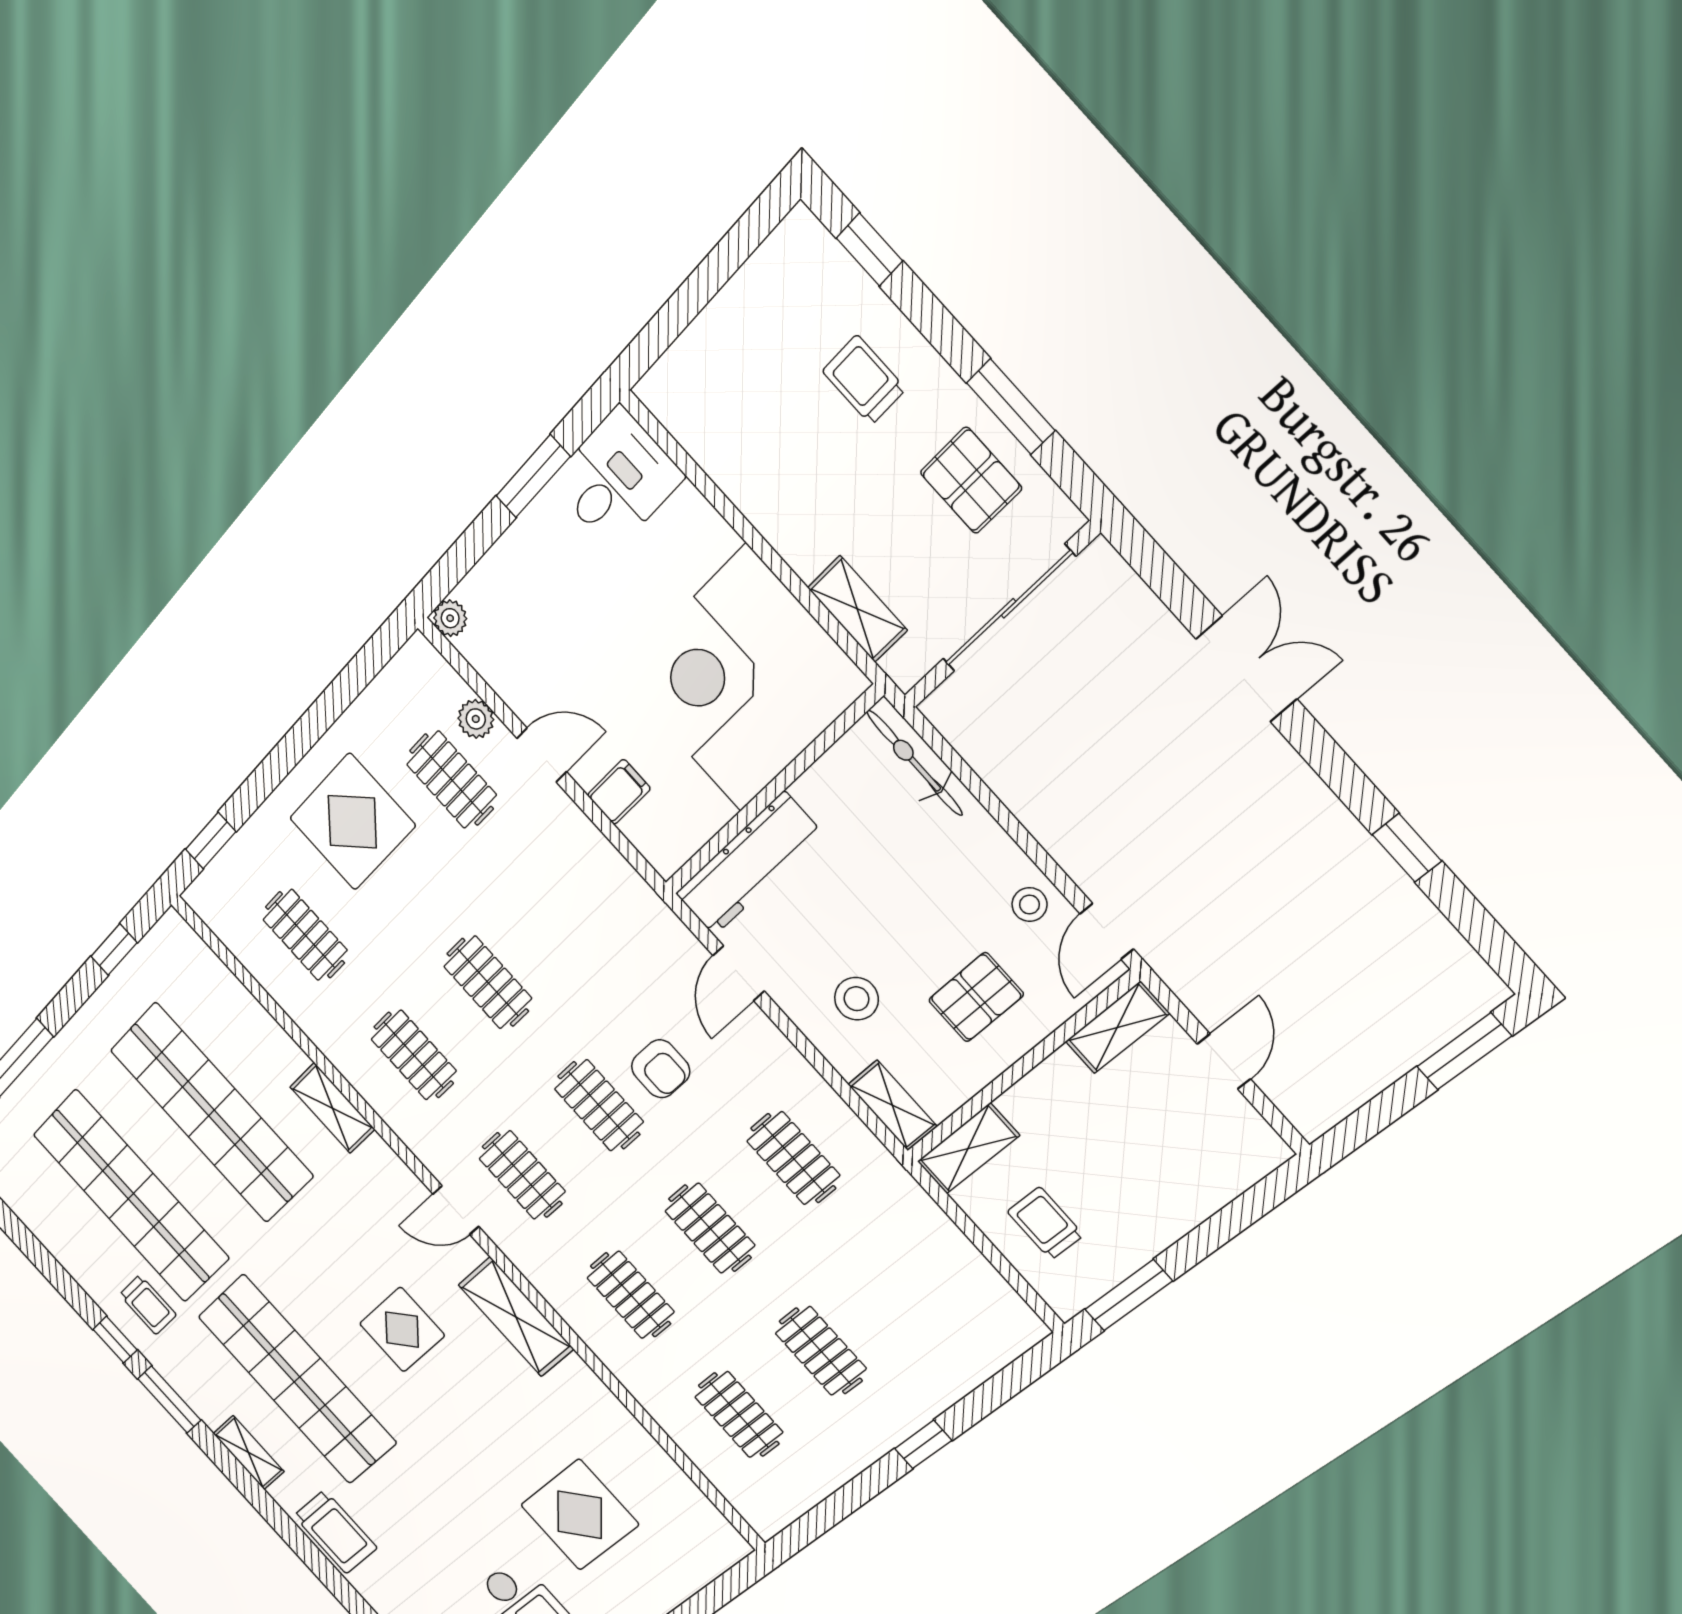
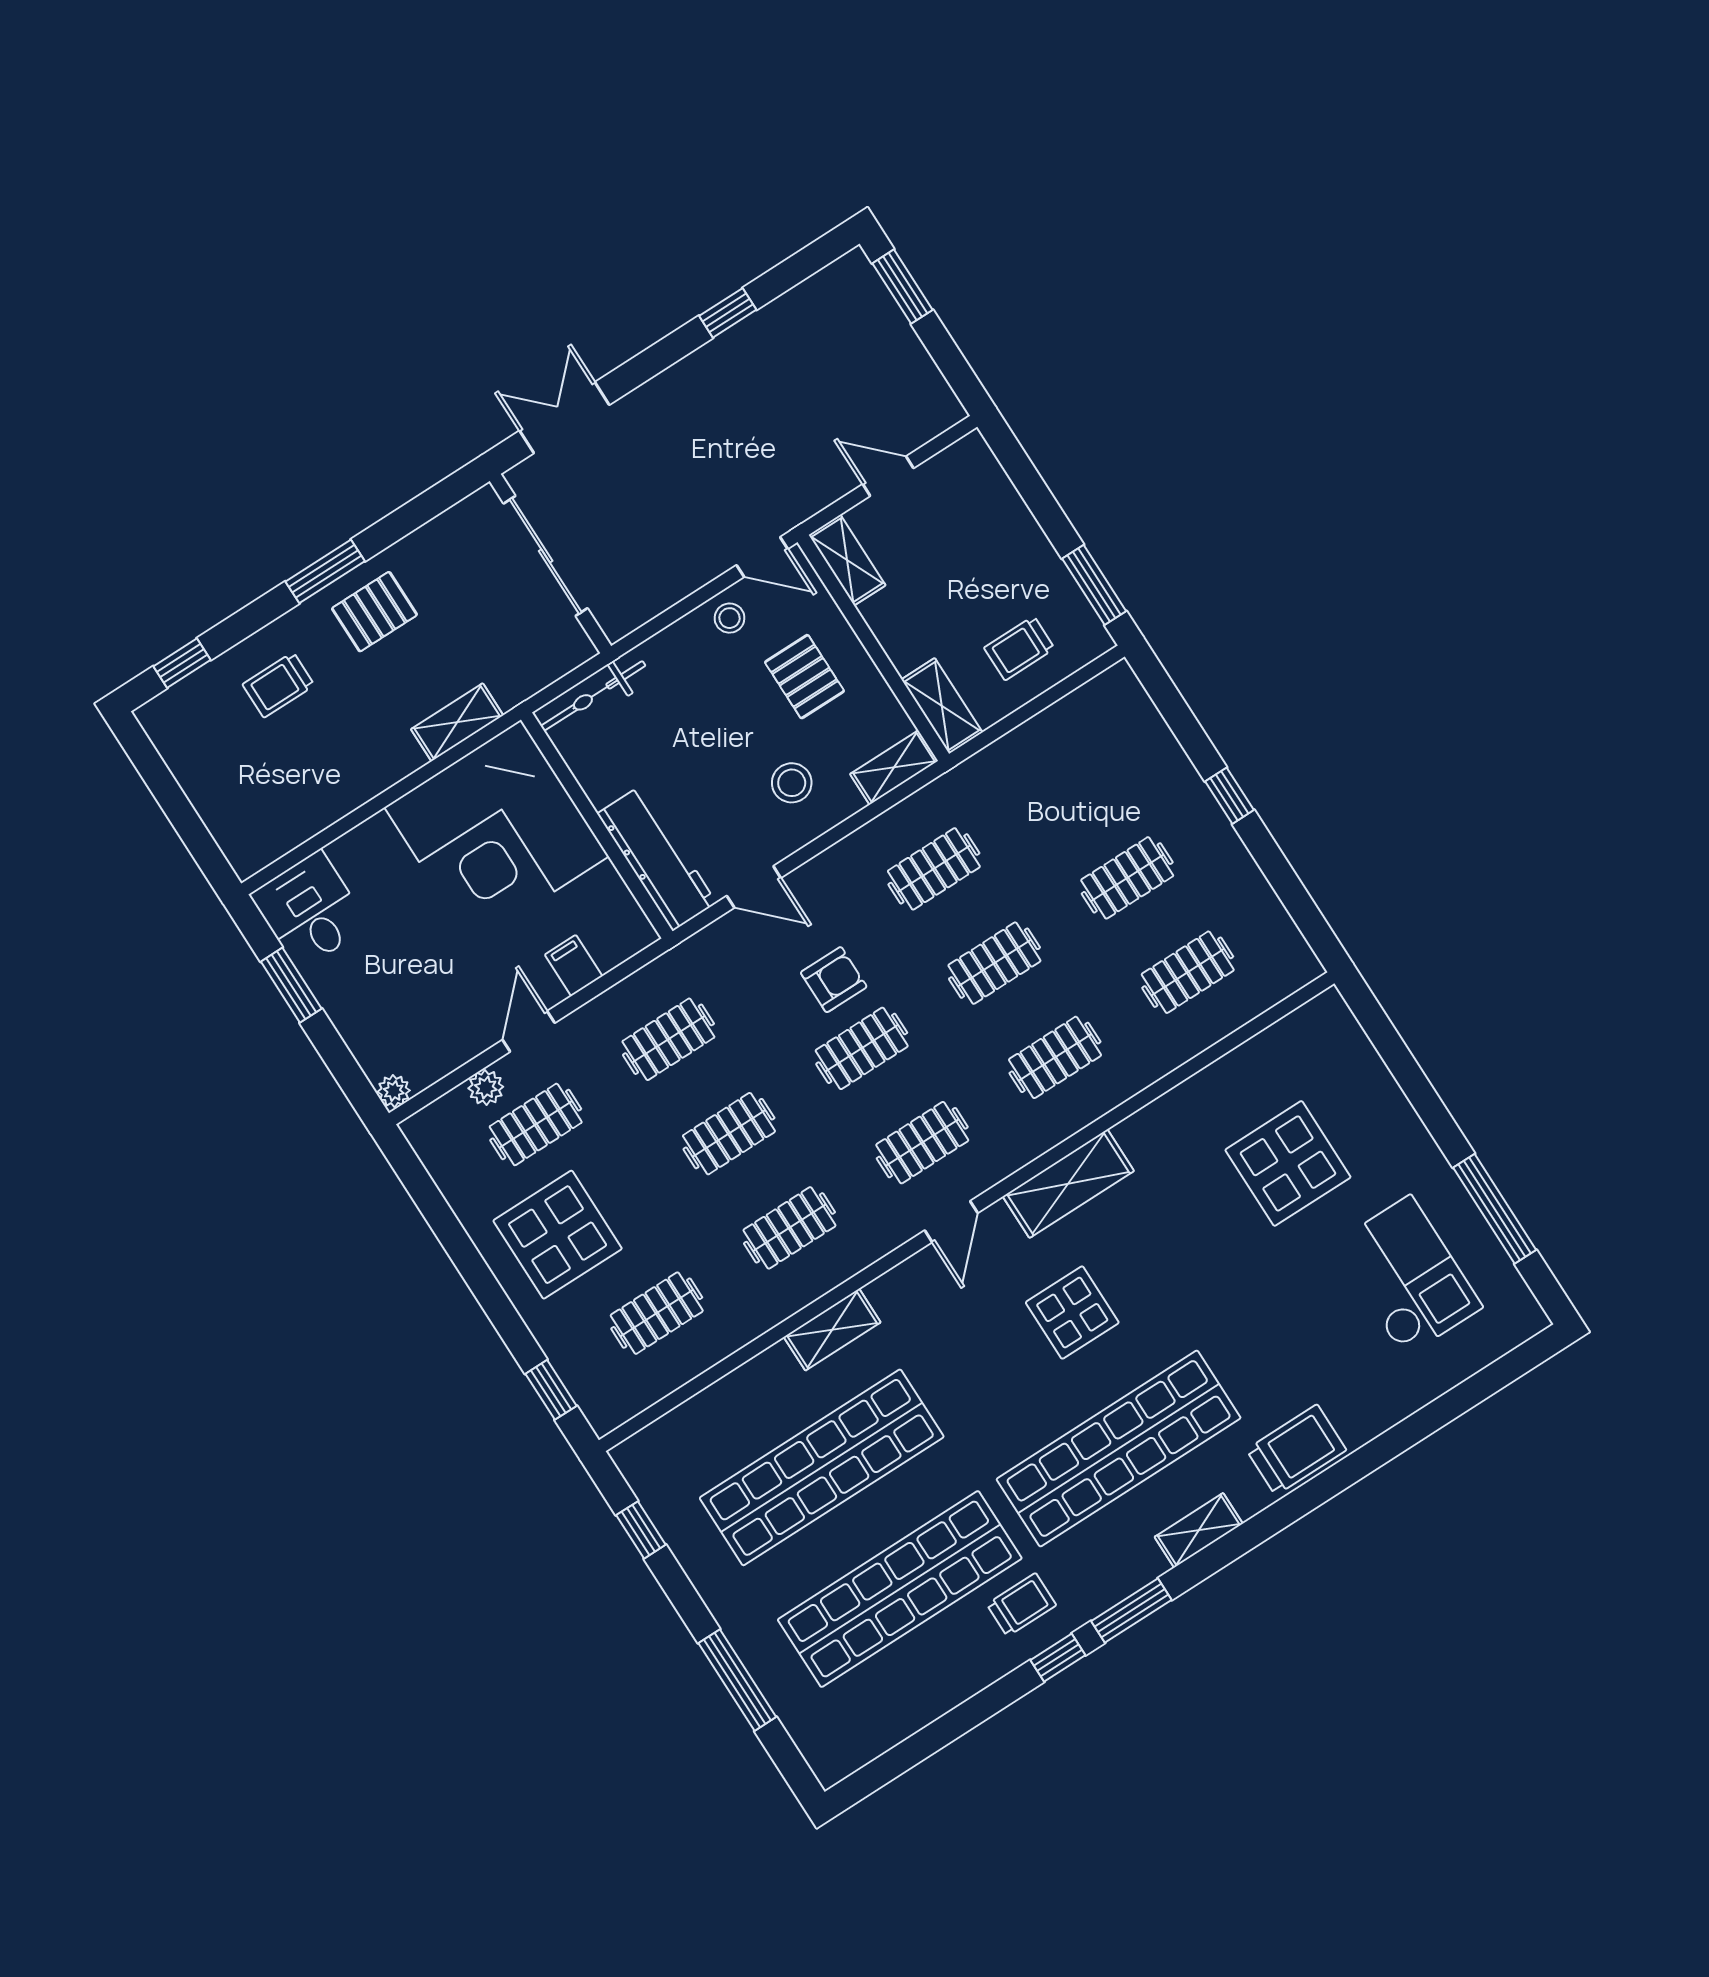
sliding door: (1008, 608) -> (546, 556), moved
wall: (1000, 616) -> (550, 564), moved
clothes rail: (566, 906) -> (668, 1039), added

